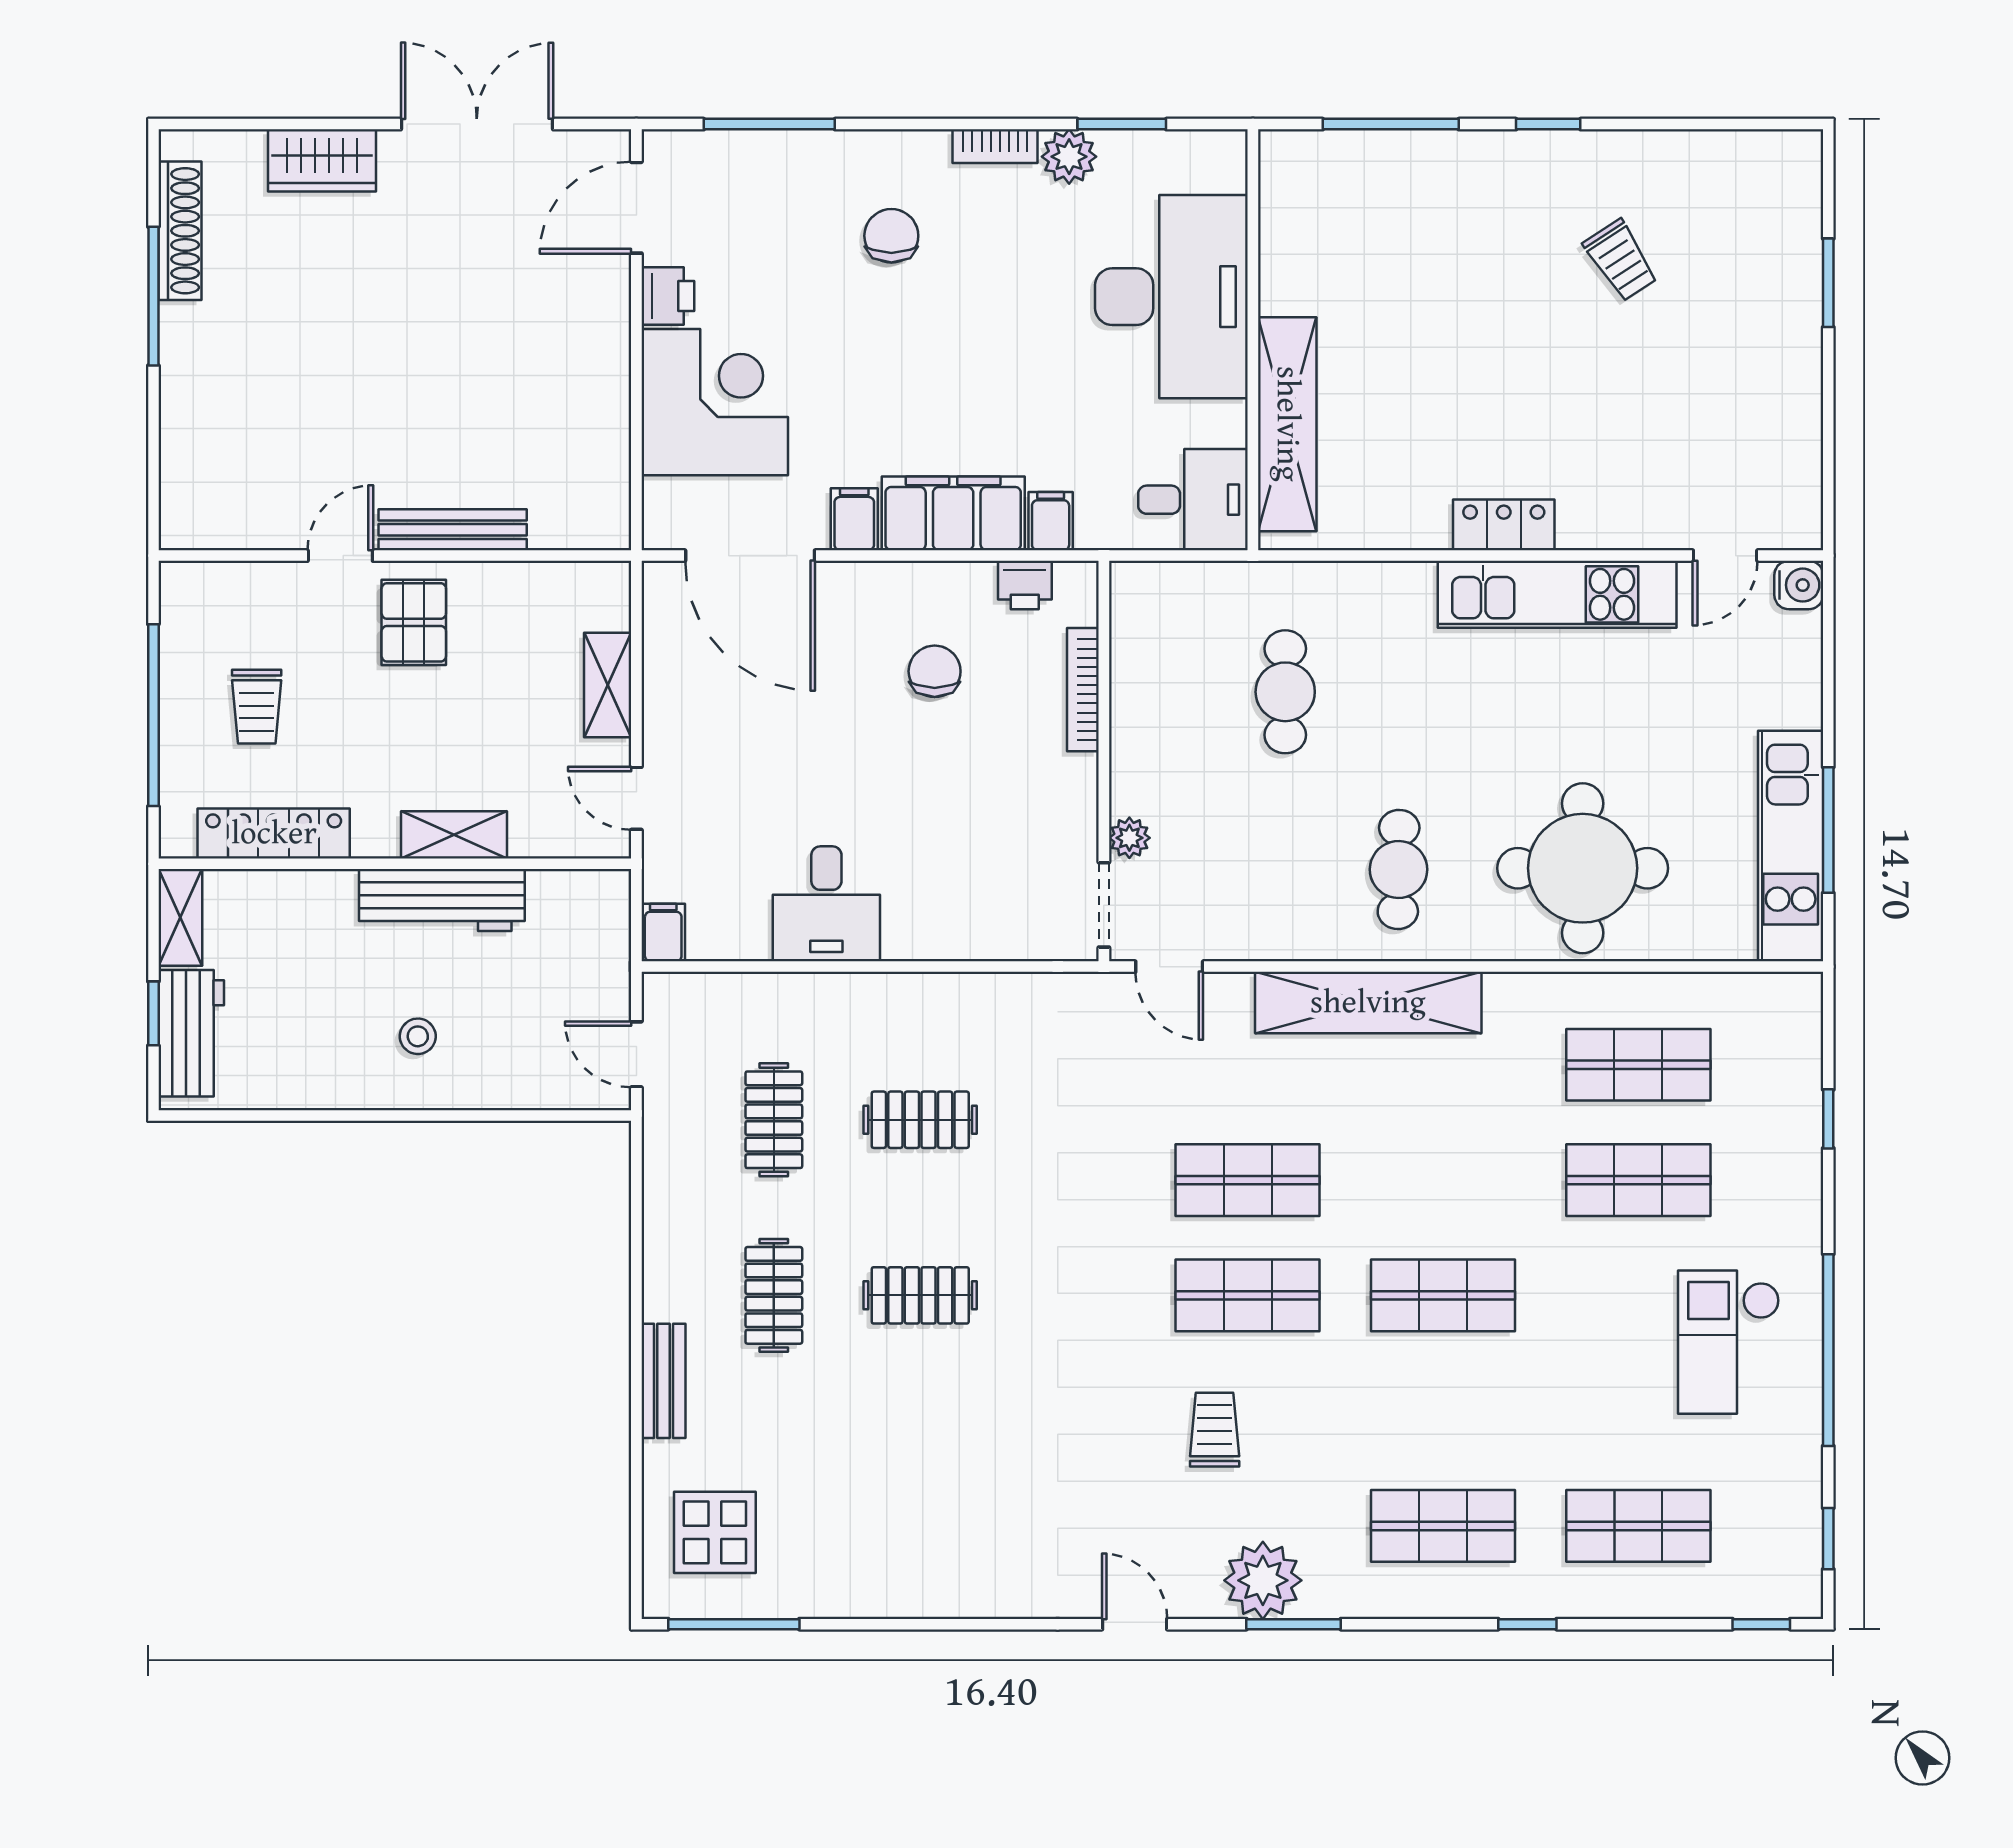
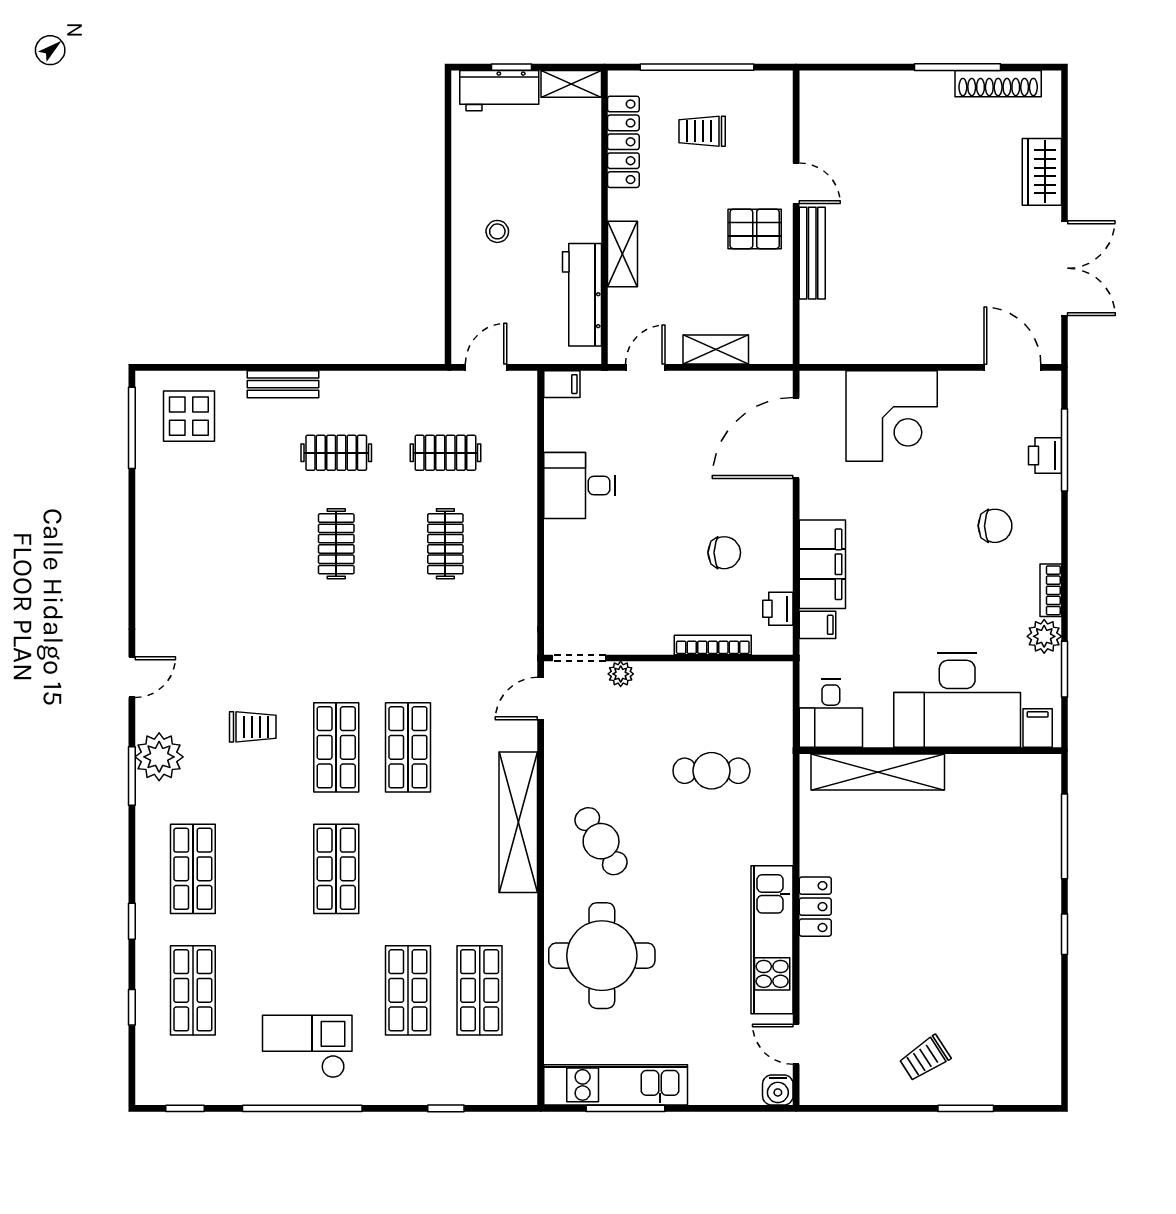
trolley: (1621, 260) -> (925, 1058), moved
printer: (668, 296) -> (1045, 455), moved, turned 90
filing cabinet: (854, 519) -> (1038, 728), moved, turned -90
cafe table: (1399, 869) -> (601, 841), turned 57
workbench: (442, 900) -> (582, 295), moved
window: (1761, 1624) -> (132, 1007), moved

